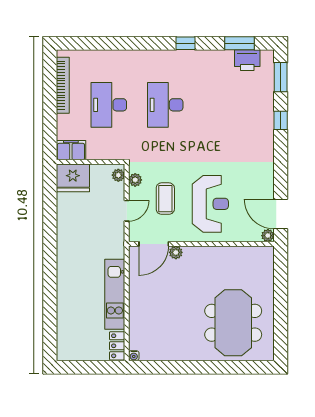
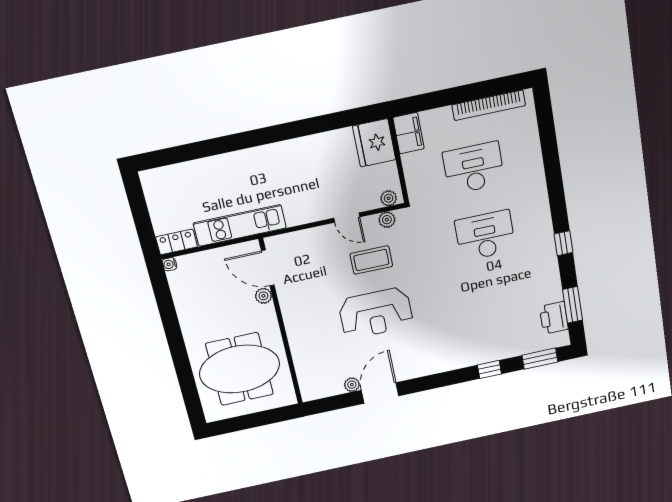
door: (154, 244) -> (268, 268), moved
wall: (201, 244) -> (281, 323), moved
plant: (176, 252) -> (263, 296), moved

